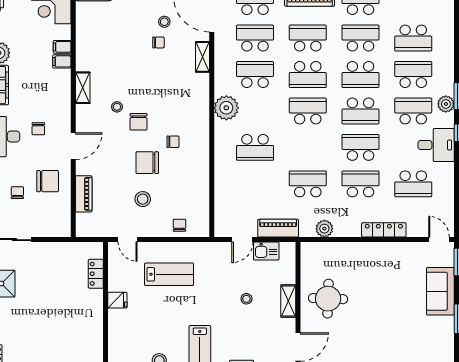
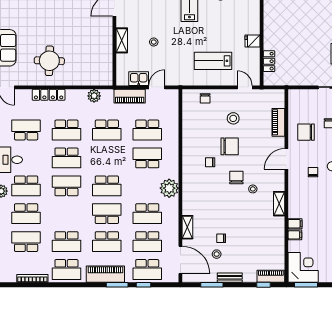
school desk: (361, 75) -> (147, 130), moved, turned 180
round table: (328, 299) -> (49, 61), moved

